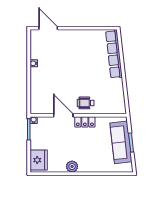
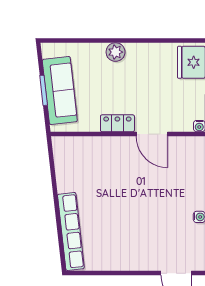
wheelchair: (86, 103) -> (116, 154), removed
plant: (72, 166) -> (116, 52), moved

